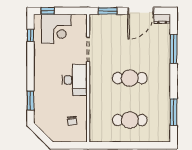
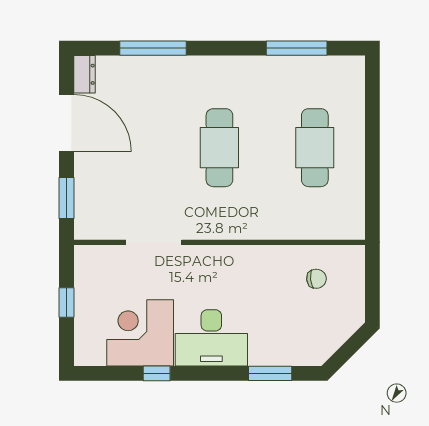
window: (48, 11) -> (67, 302), moved
corner desk: (56, 29) -> (140, 333), moved, turned -90
window: (31, 35) -> (157, 373), moved
desk: (75, 80) -> (211, 338), moved, turned 180

